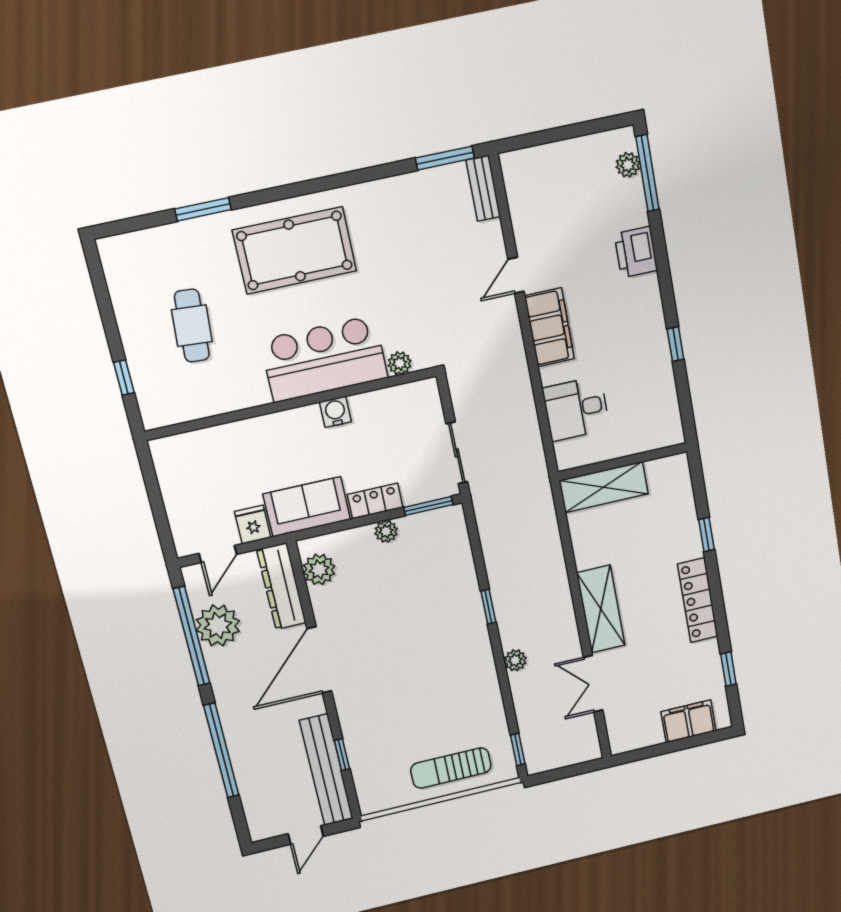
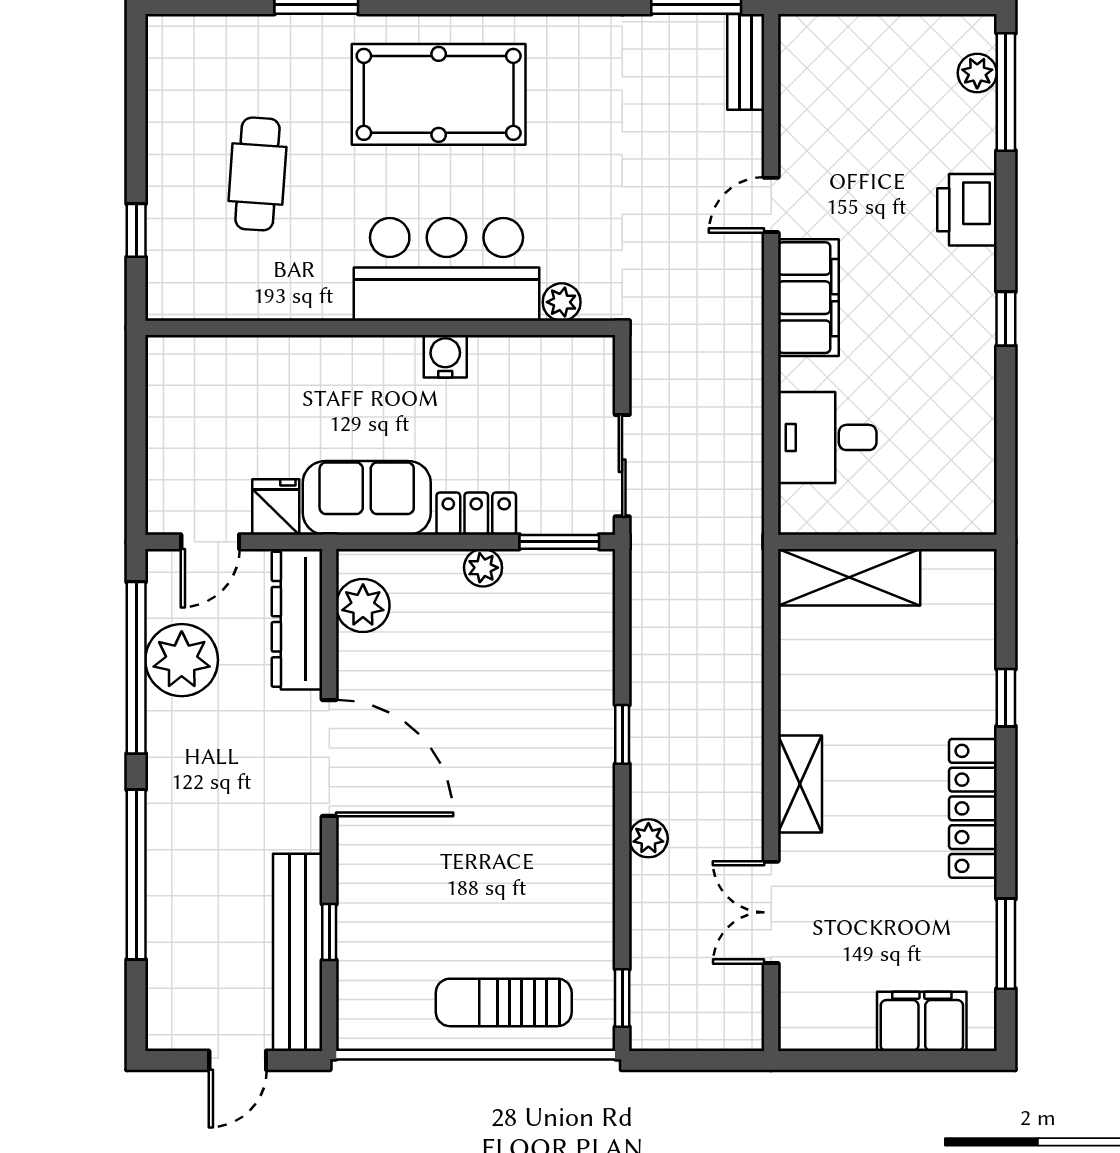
window: (675, 344) -> (1006, 319), moved
shelving: (601, 609) -> (800, 784), width x0.67, depth x0.75
door: (319, 660) -> (329, 758), swing flipped
window: (728, 669) -> (1006, 944), width x1.50

